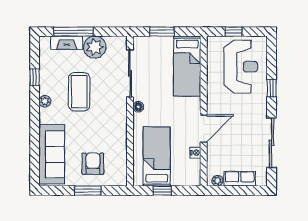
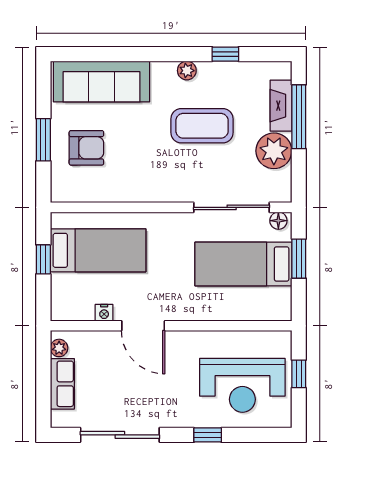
bed: (187, 66) -> (243, 264), moved
floor lamp: (138, 107) -> (278, 221), moved

